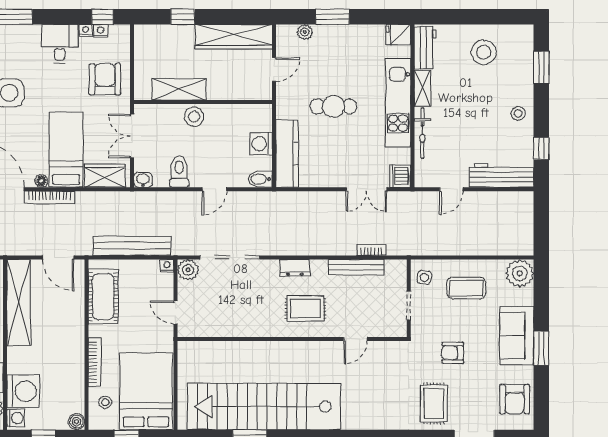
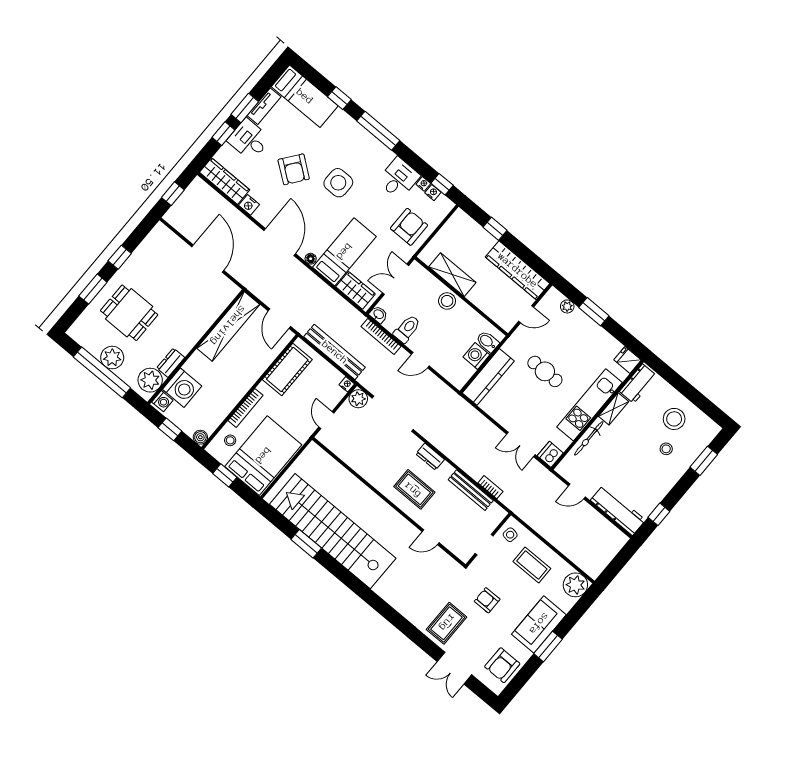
stool: (518, 113) -> (666, 449), moved
bidet: (260, 179) -> (487, 342), moved
bookcase: (49, 198) -> (381, 336), moved

